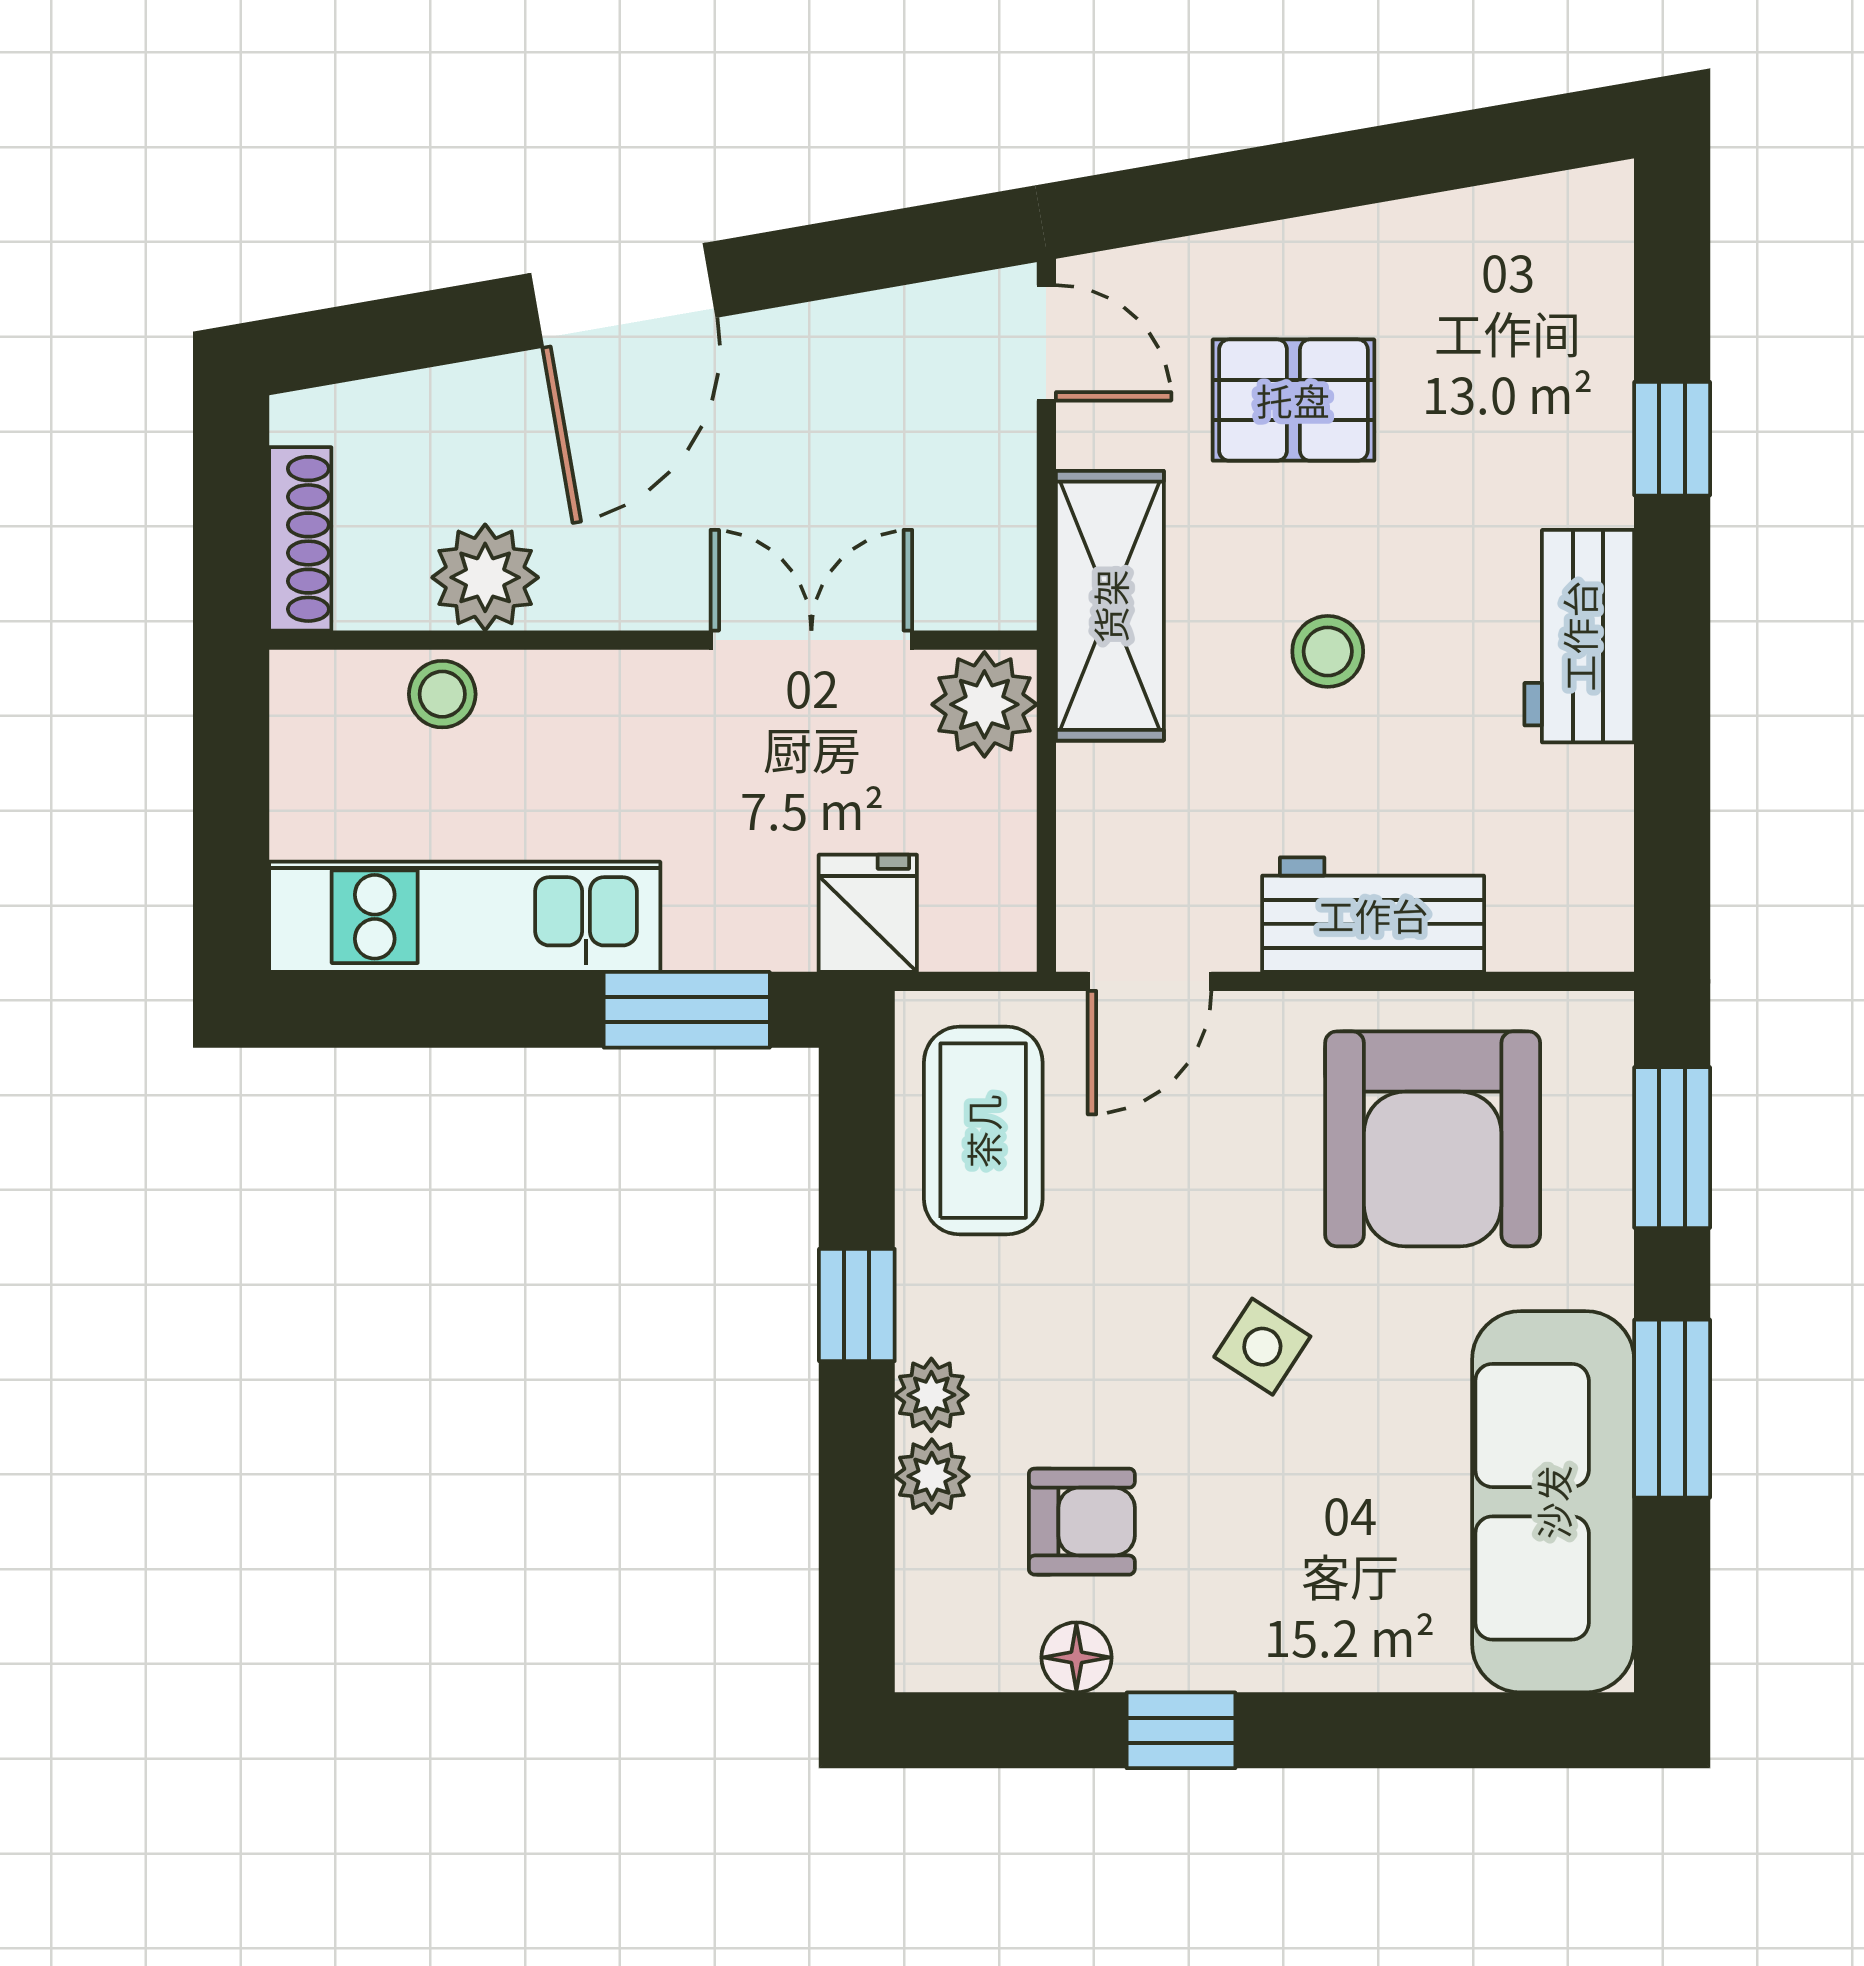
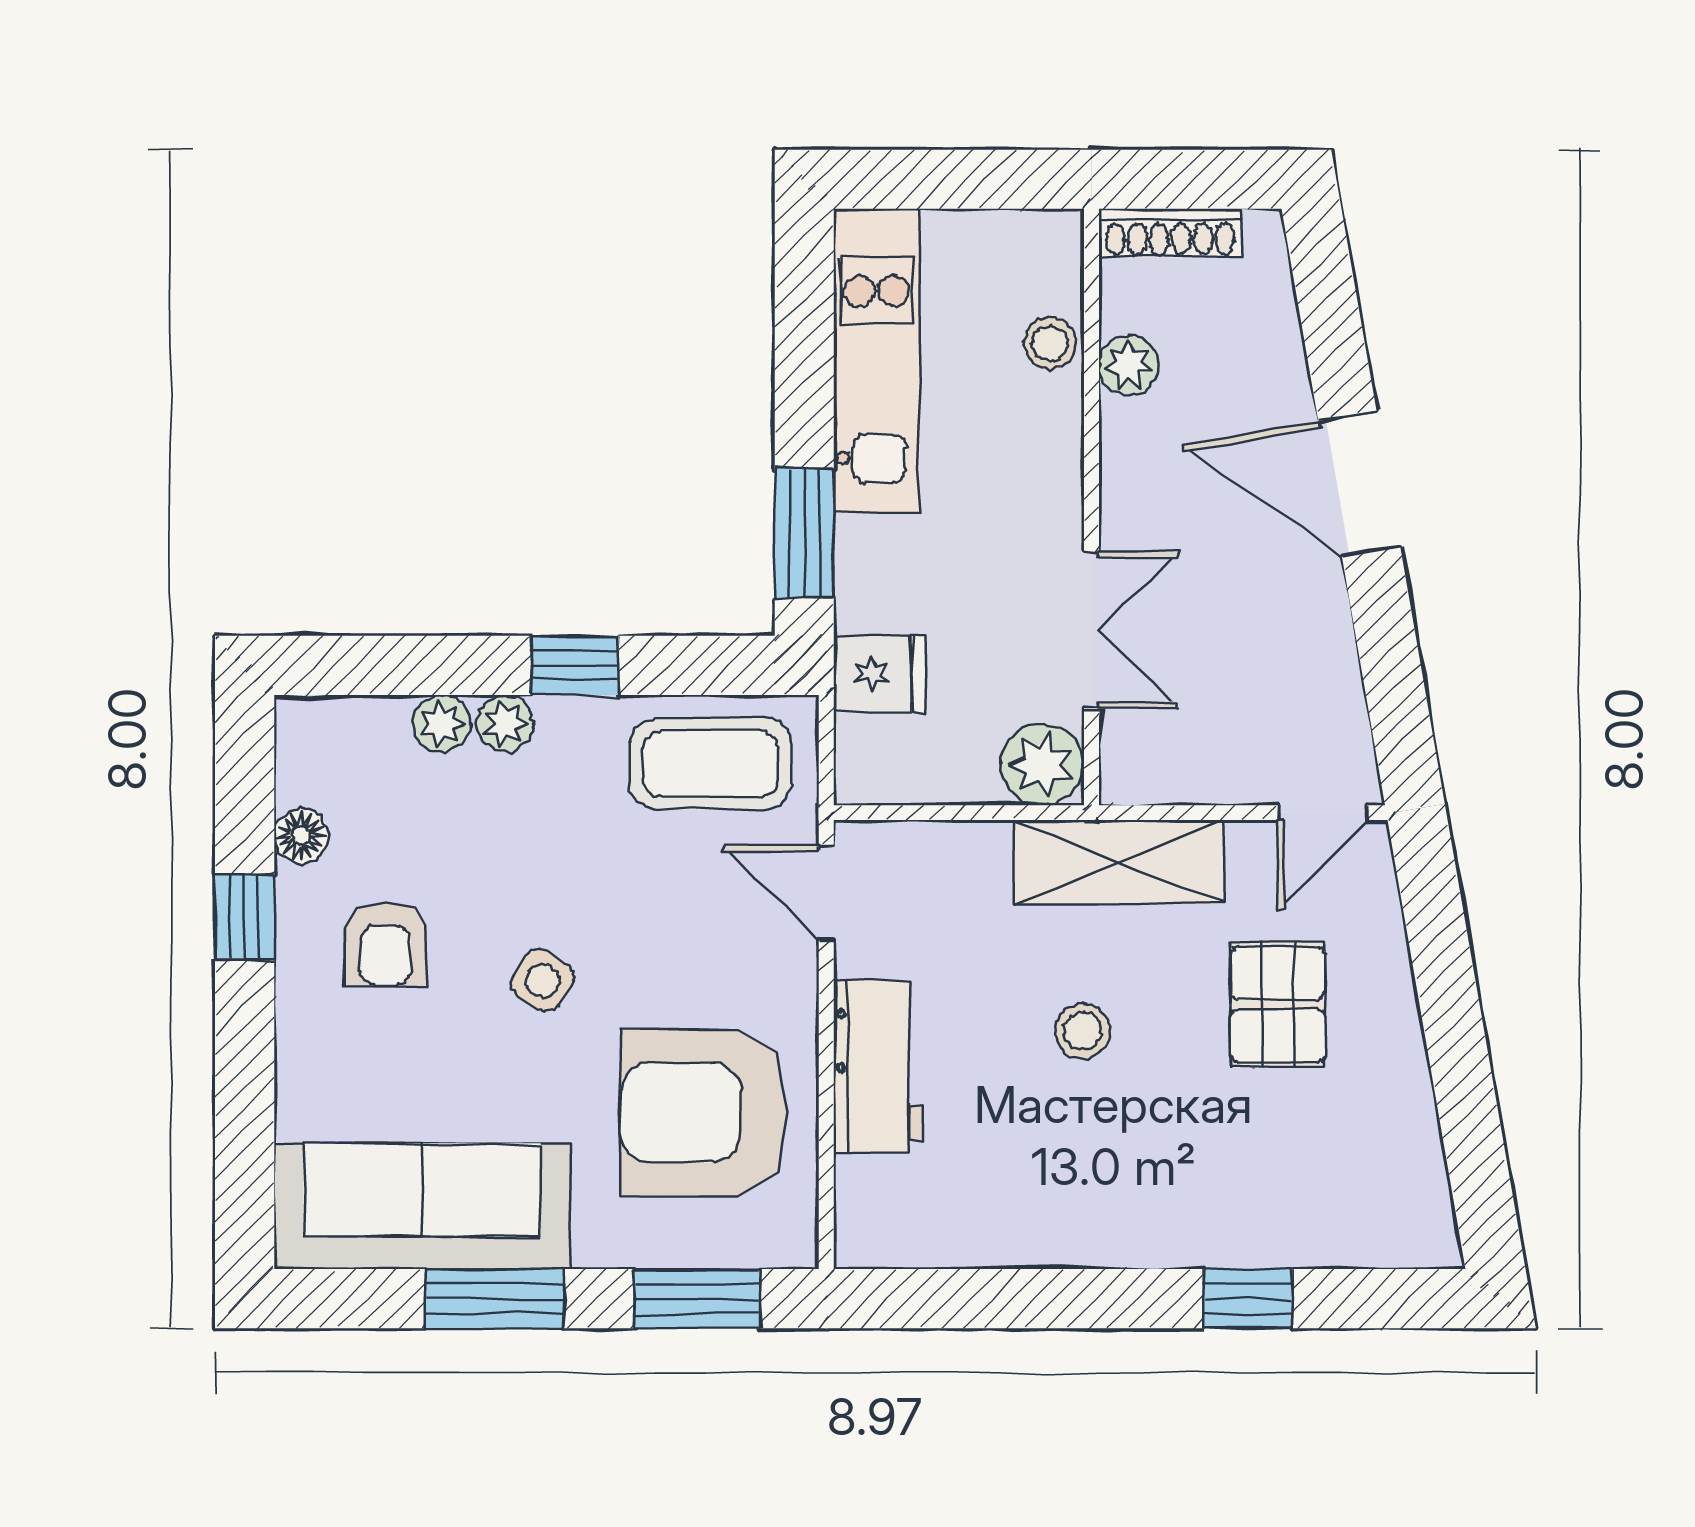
plant: (485, 577) -> (1129, 365), width x0.73, depth x0.73
workbench: (1579, 636) -> (1094, 1227), removed
armchair: (1082, 1522) -> (386, 944), moved

